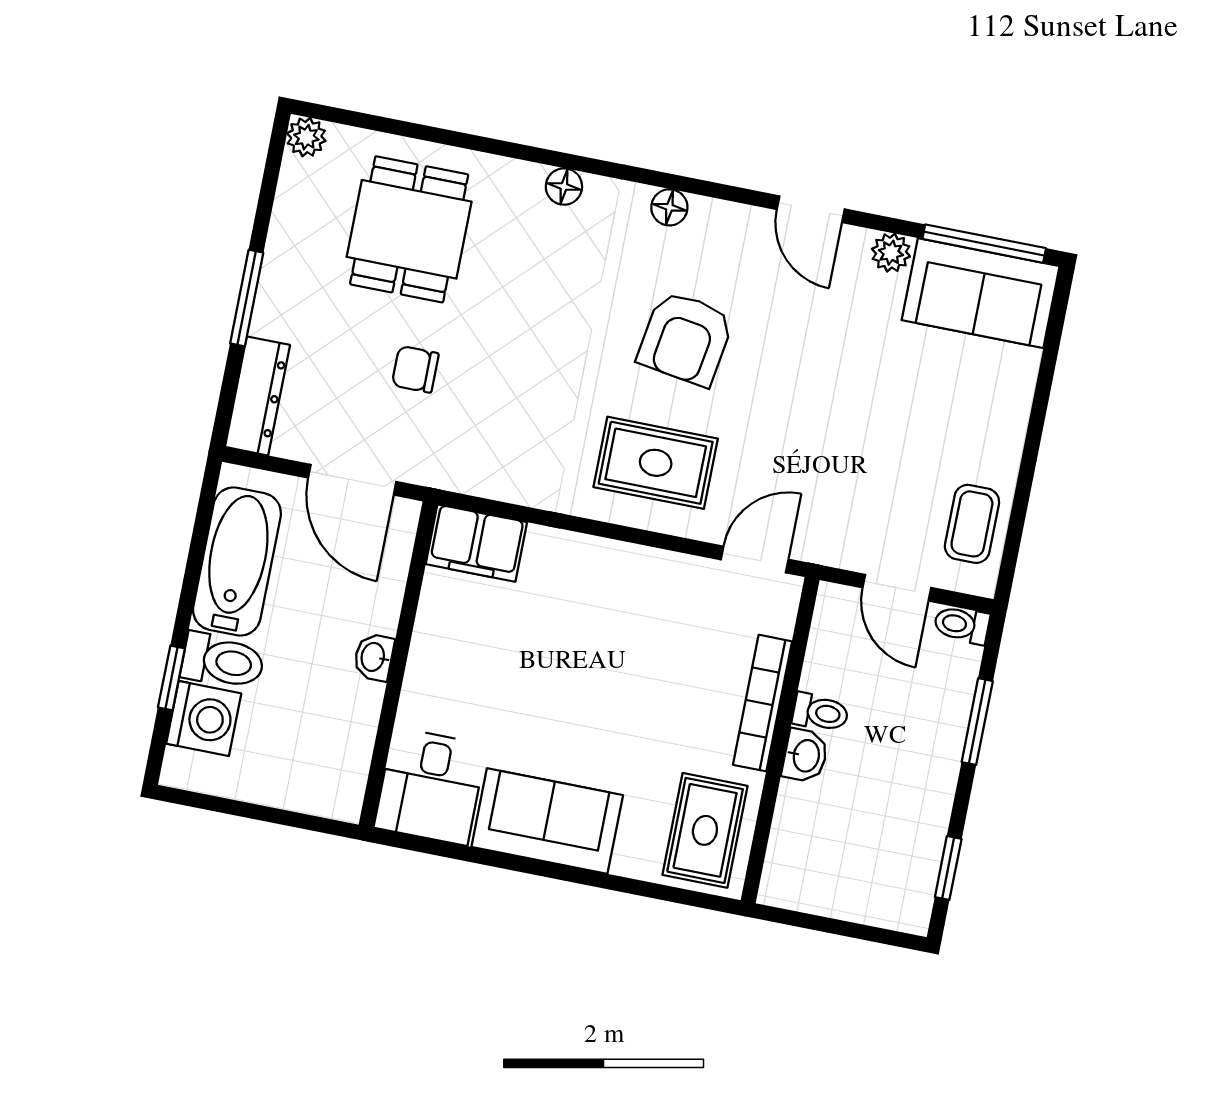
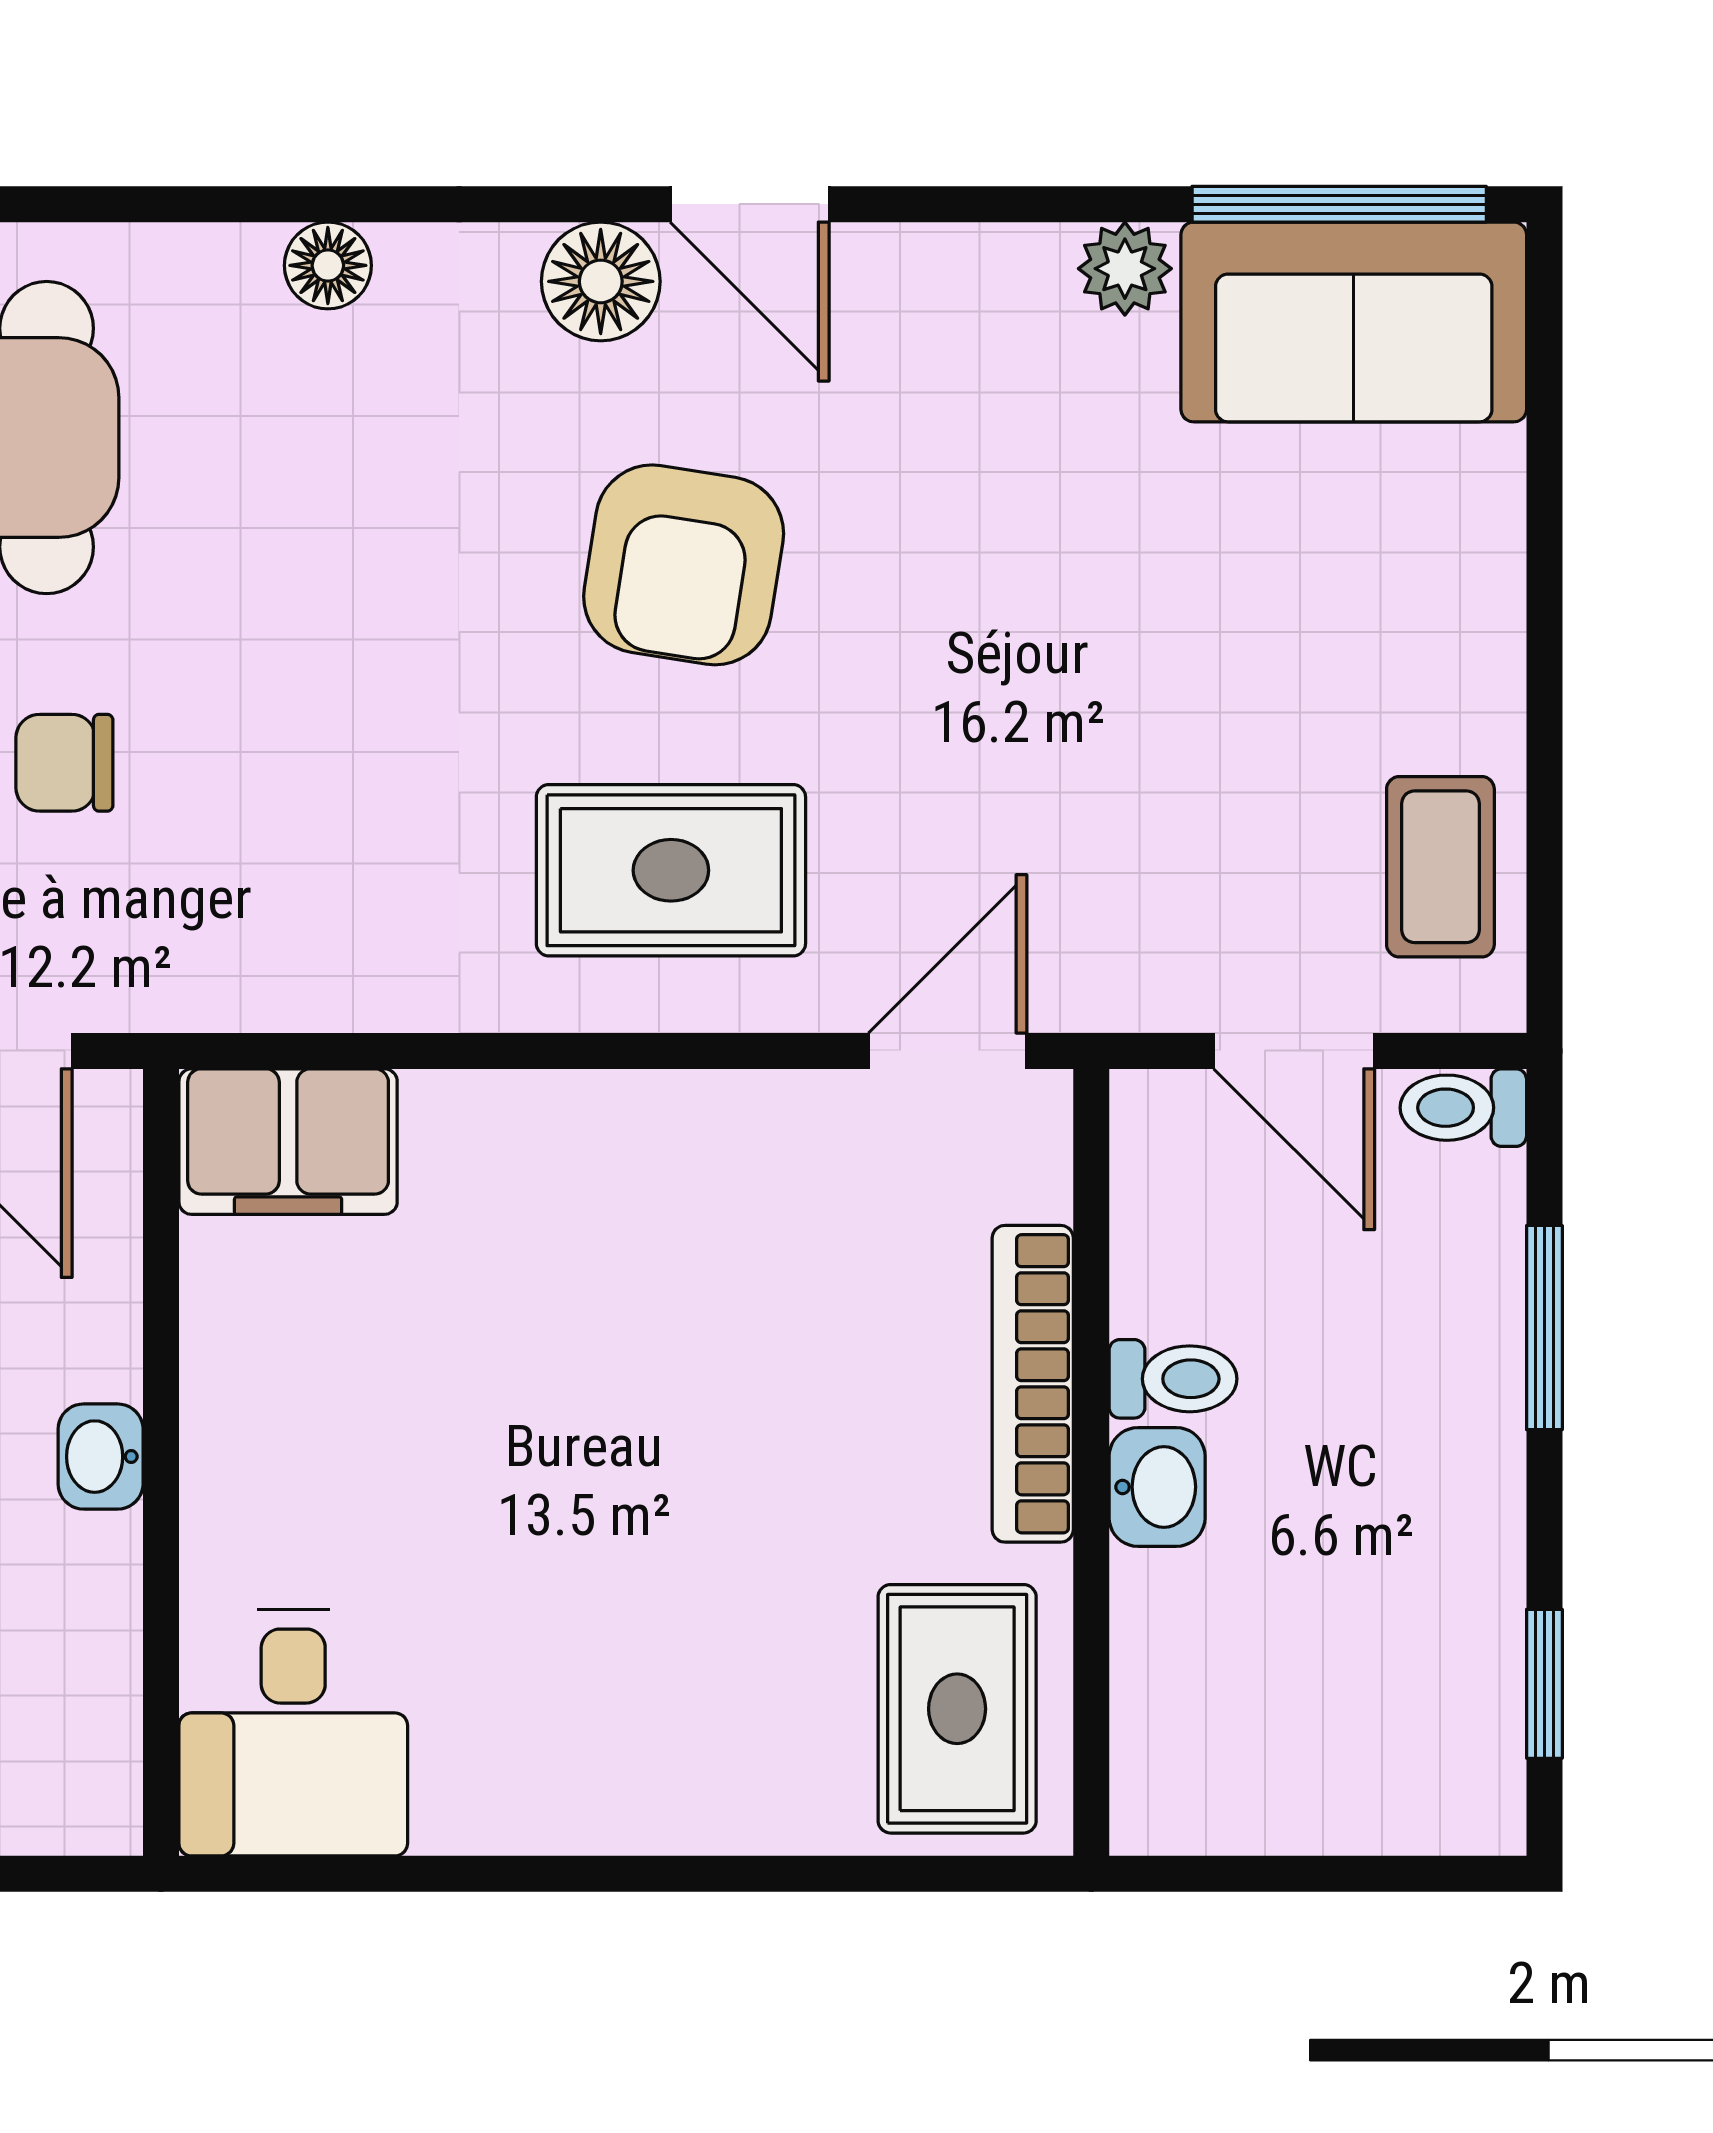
floor lamp: (669, 207) -> (601, 281), width x1.37, depth x1.37
door: (811, 209) -> (750, 204), moved
sofa: (547, 821) -> (583, 1760), removed

